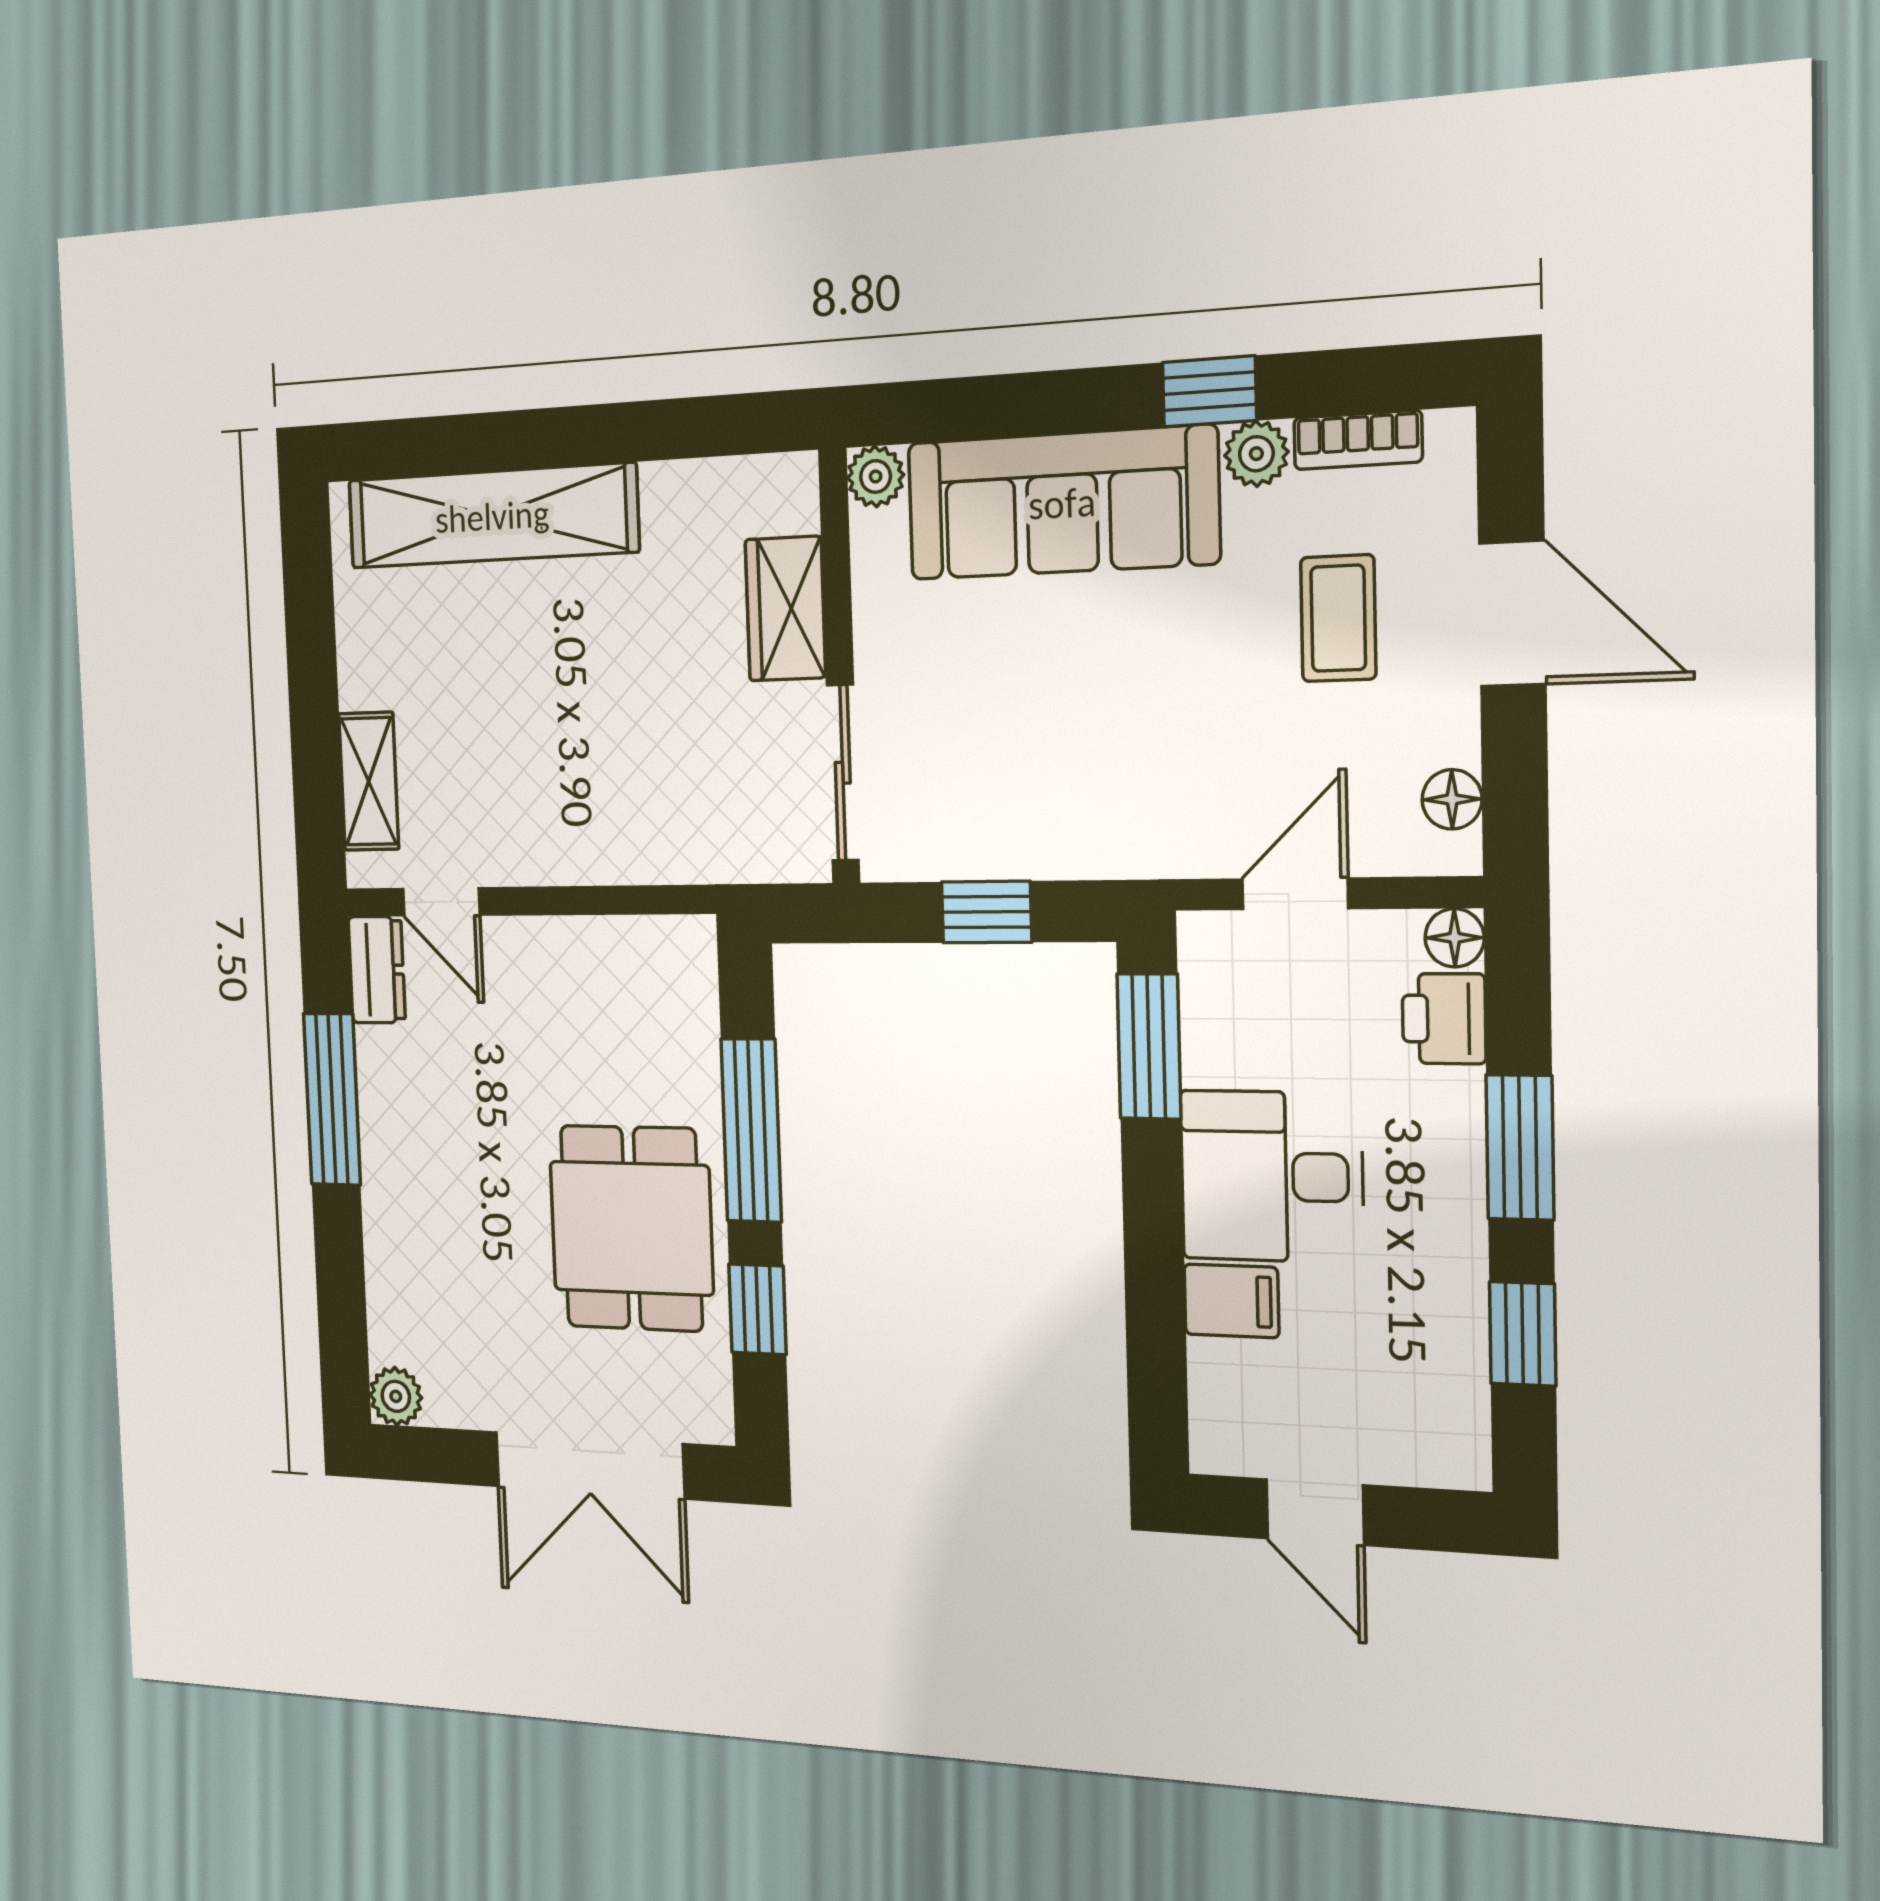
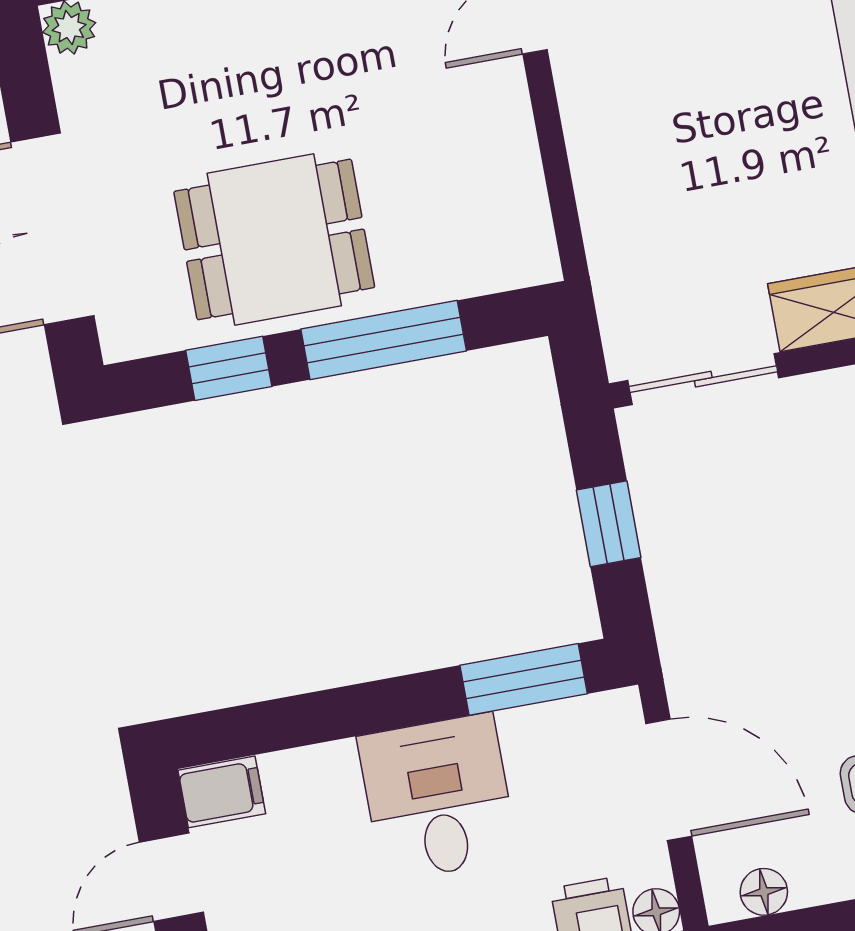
door: (1295, 894) -> (669, 780), width x1.38
filing cabinet: (1231, 1301) -> (222, 792), moved, turned -90

